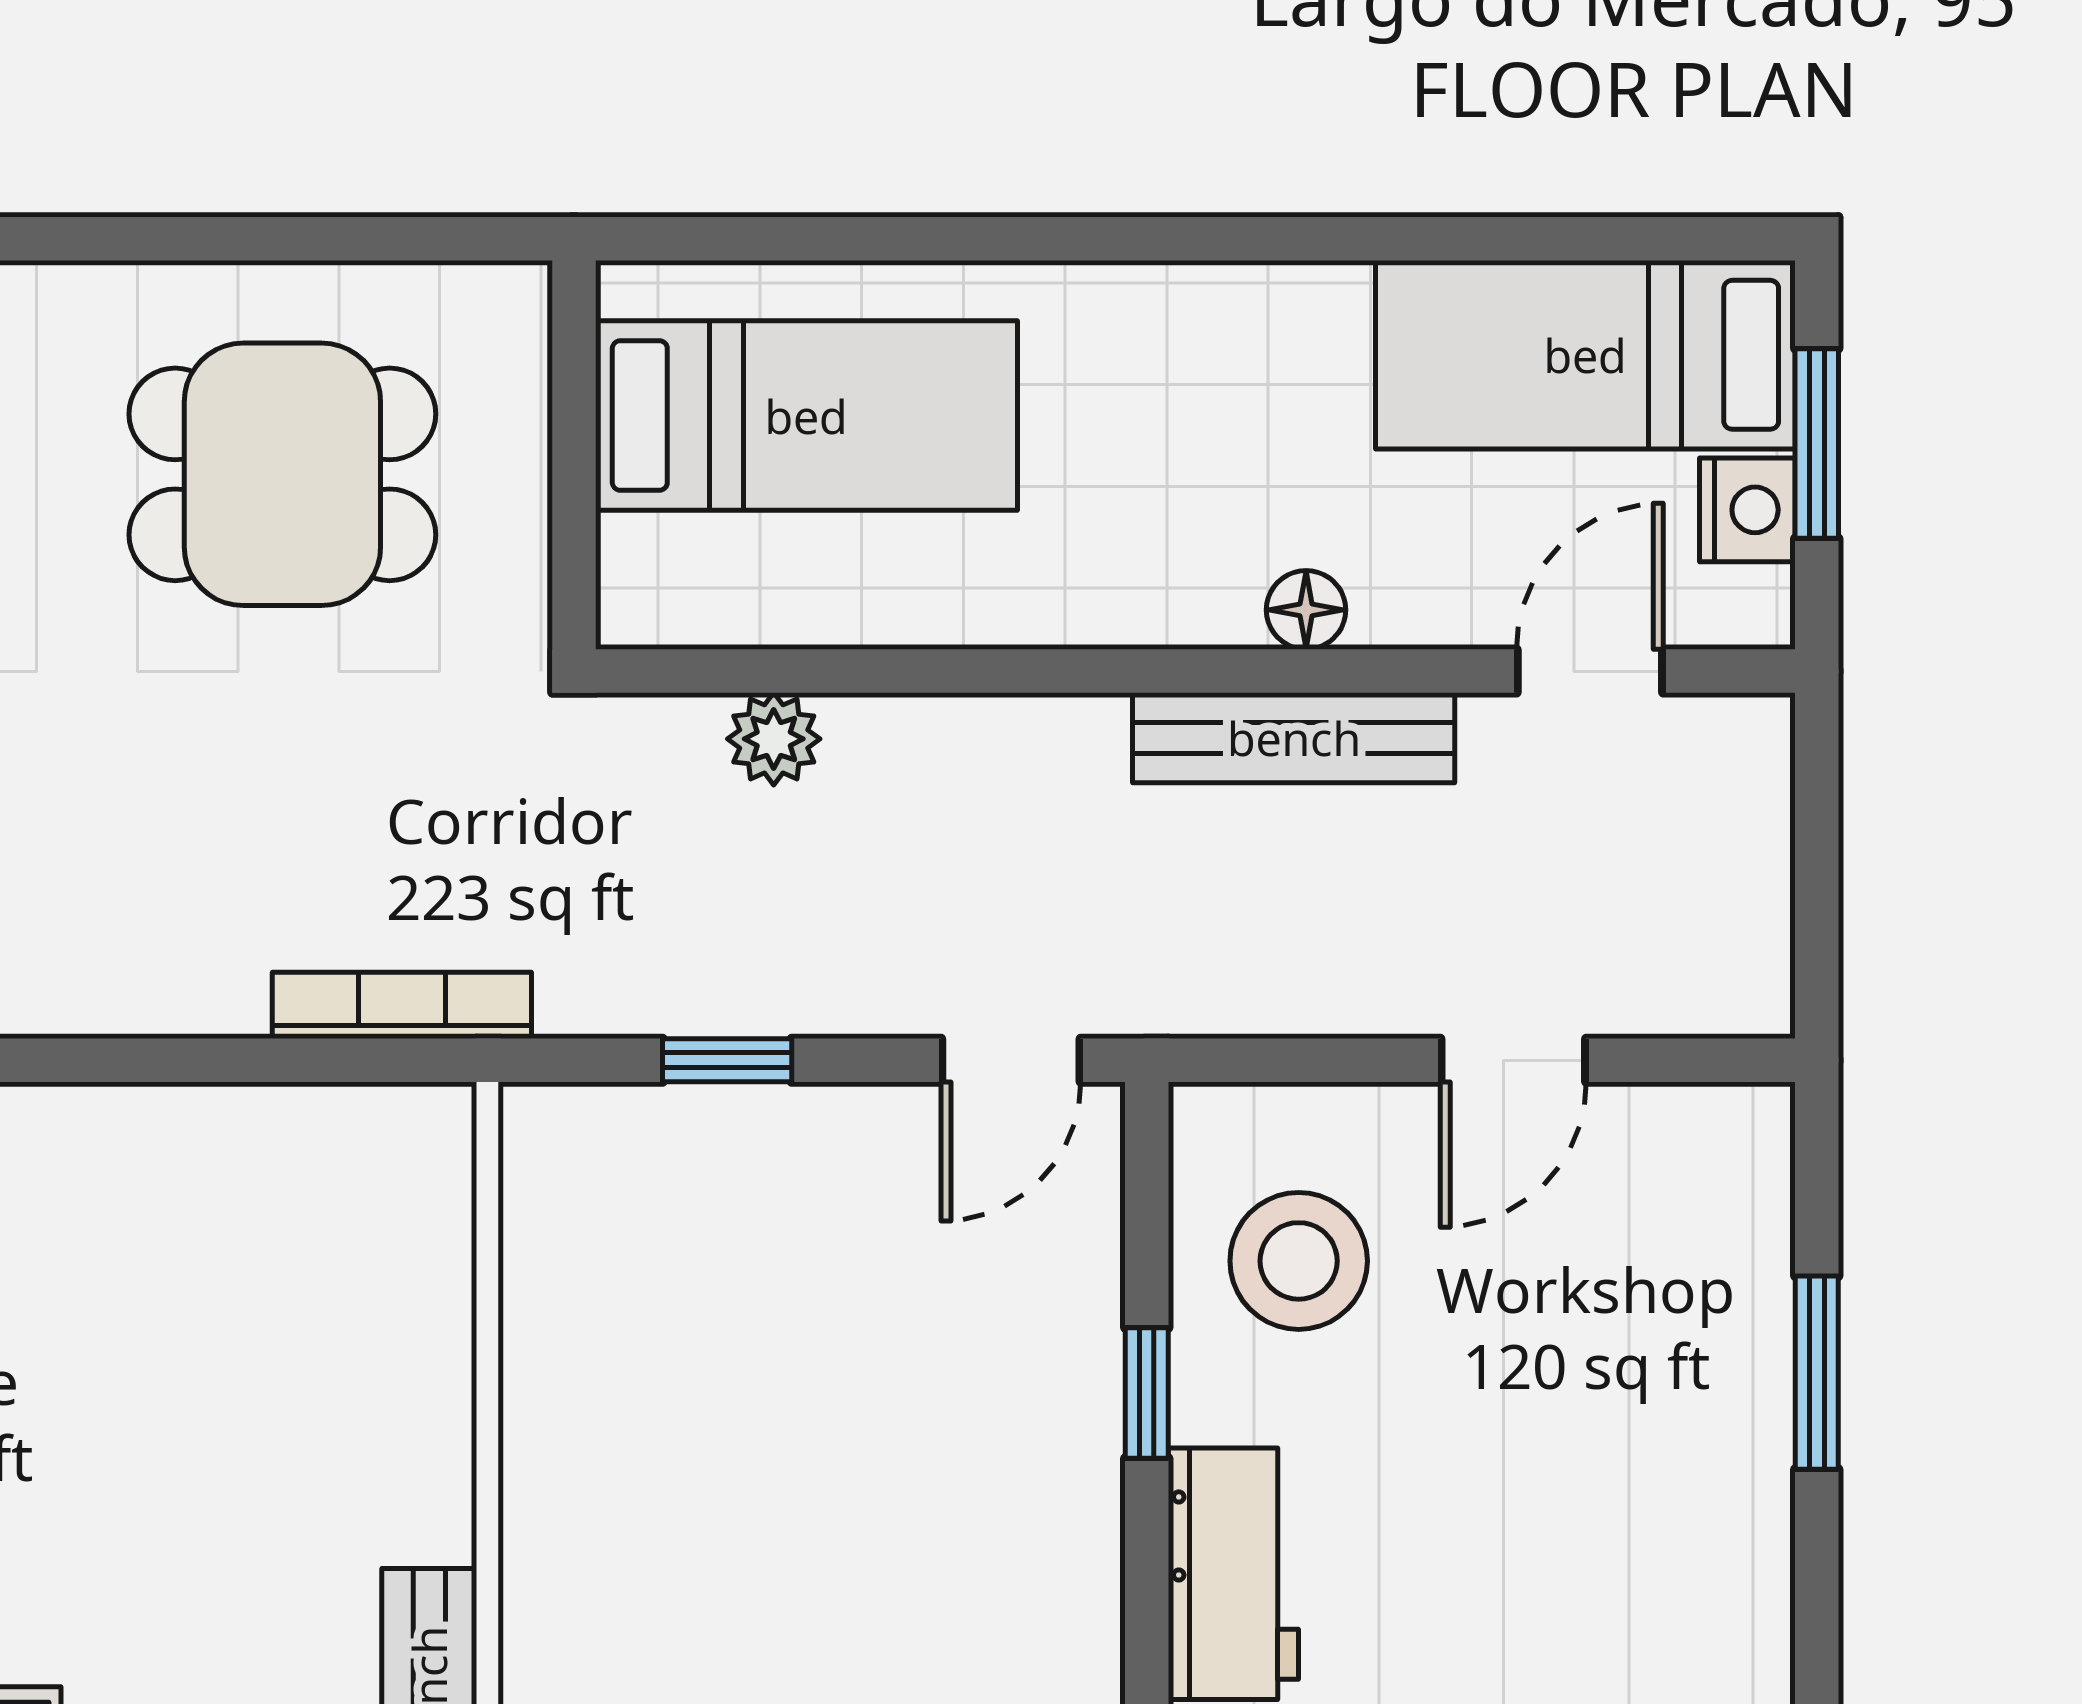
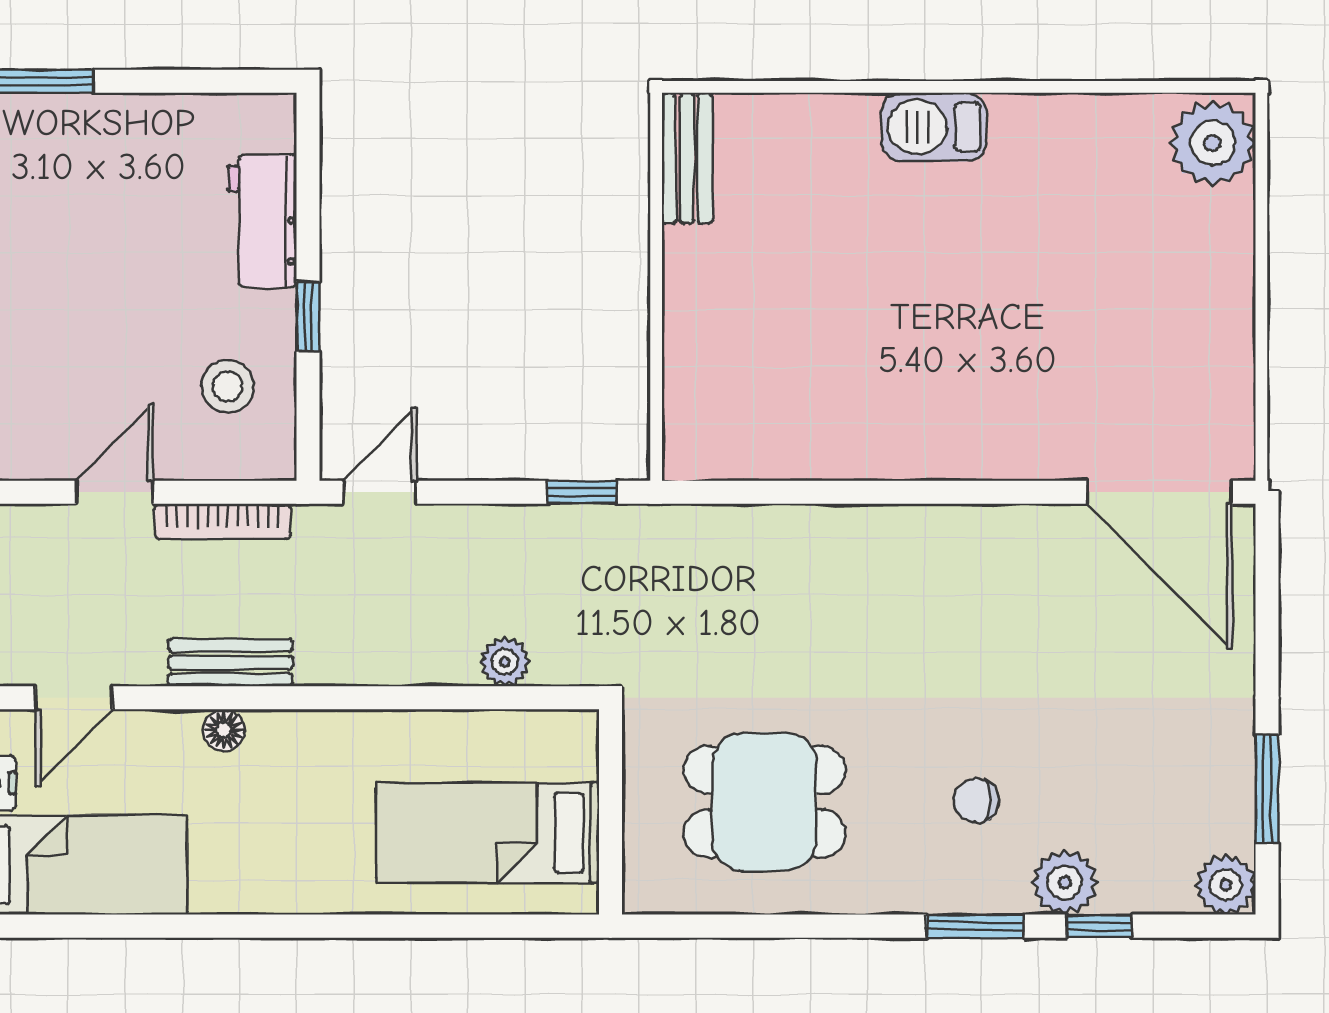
bench: (1294, 738) -> (230, 663), width x0.73
bookcase: (402, 1005) -> (223, 521), moved
window: (727, 1060) -> (582, 492), moved
stool: (1299, 1261) -> (228, 386), width x0.73, depth x0.73

